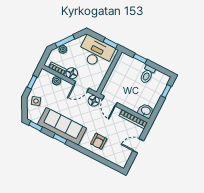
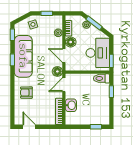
toilet: (147, 74) -> (101, 78), moved
washbasin: (146, 111) -> (71, 105), moved
door: (138, 146) -> (29, 127), moved

